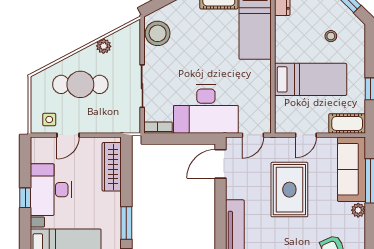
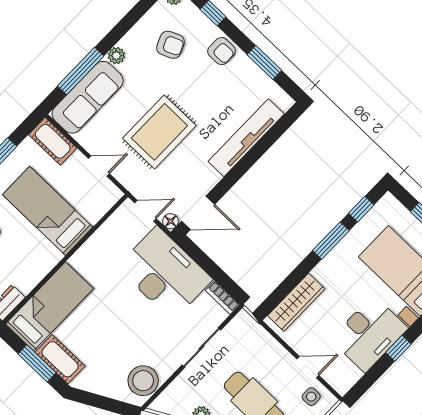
floor lamp: (232, 143) -> (170, 221), added

